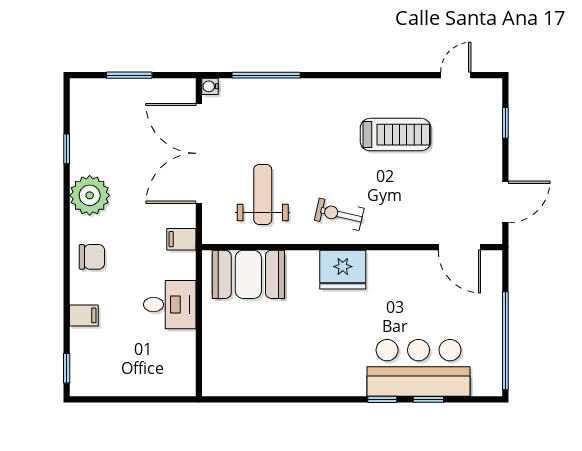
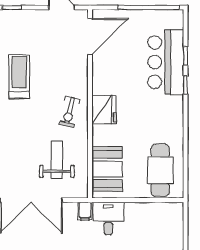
weight bench: (263, 194) -> (57, 160), turned 90
door: (459, 247) -> (90, 37), width x1.36
desk: (170, 305) -> (108, 218), moved
cafe table: (246, 359) -> (160, 170), added

